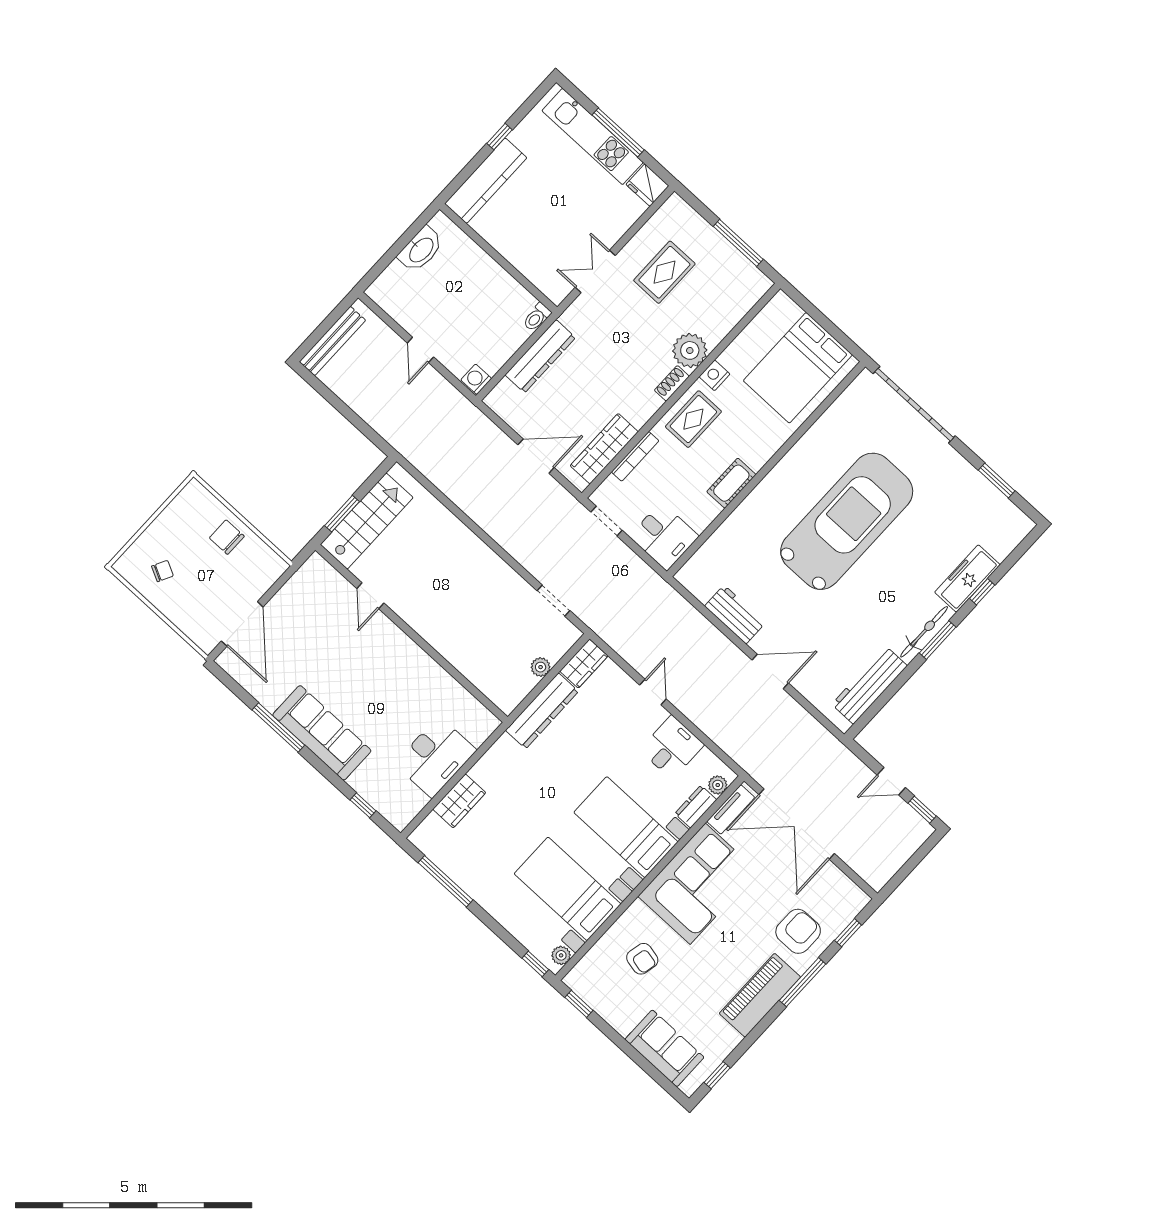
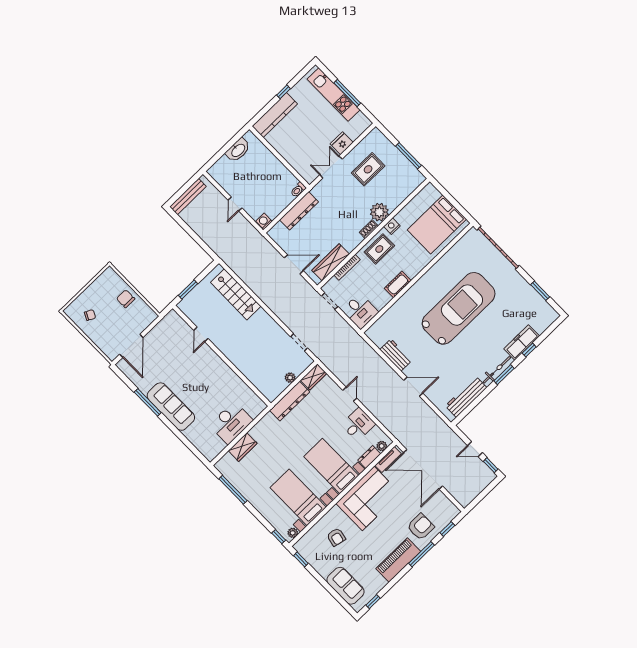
fridge: (647, 185) -> (342, 143), moved, turned 90
stairs: (367, 521) -> (236, 294), moved, turned 90
window: (363, 805) -> (191, 447), removed

